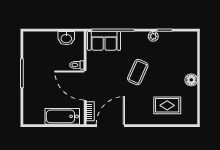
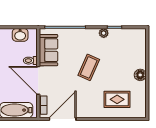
sofa: (104, 41) -> (48, 50), moved, turned -90

